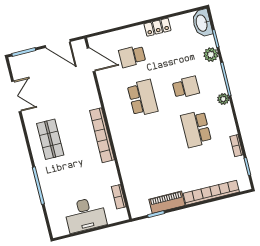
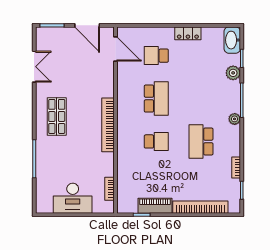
school desk: (186, 87) -> (156, 141), moved

